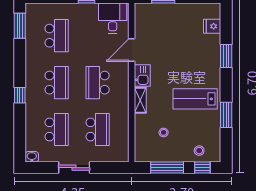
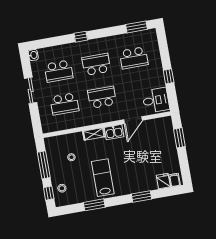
filing cabinet: (213, 12) -> (175, 180), added
door: (132, 50) -> (133, 120), swing flipped
school desk: (57, 83) -> (96, 64), turned 180

